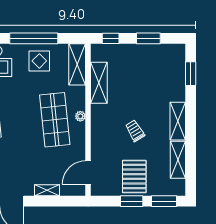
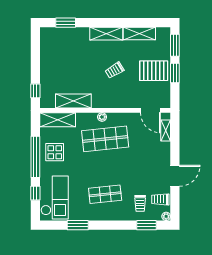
window: (148, 38) -> (35, 59), removed
shelving: (47, 190) -> (166, 130), moved

